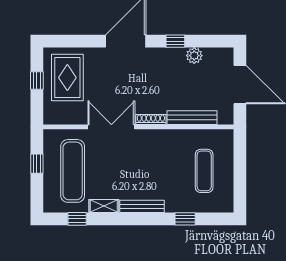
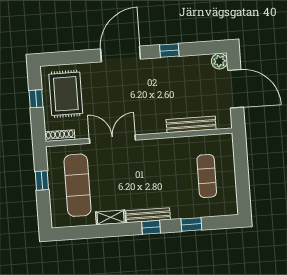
plant: (194, 56) -> (219, 61), moved
shoe rack: (151, 119) -> (60, 136), moved
window: (77, 219) -> (151, 227), moved

